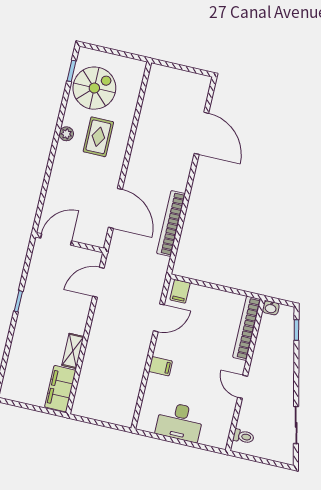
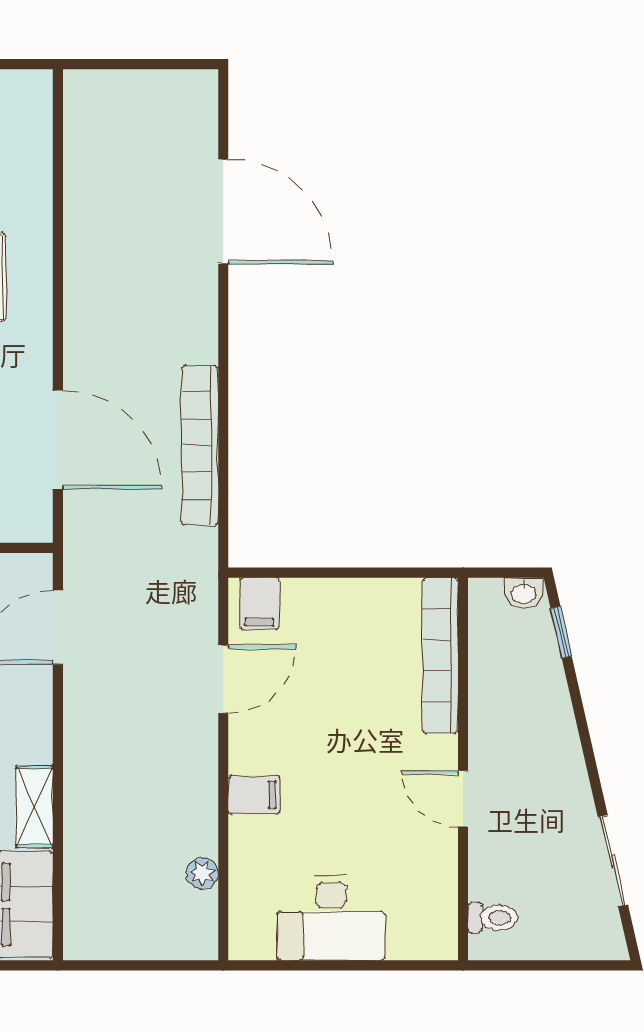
washbasin: (271, 308) -> (524, 593), moved
plant: (133, 392) -> (202, 873), added

